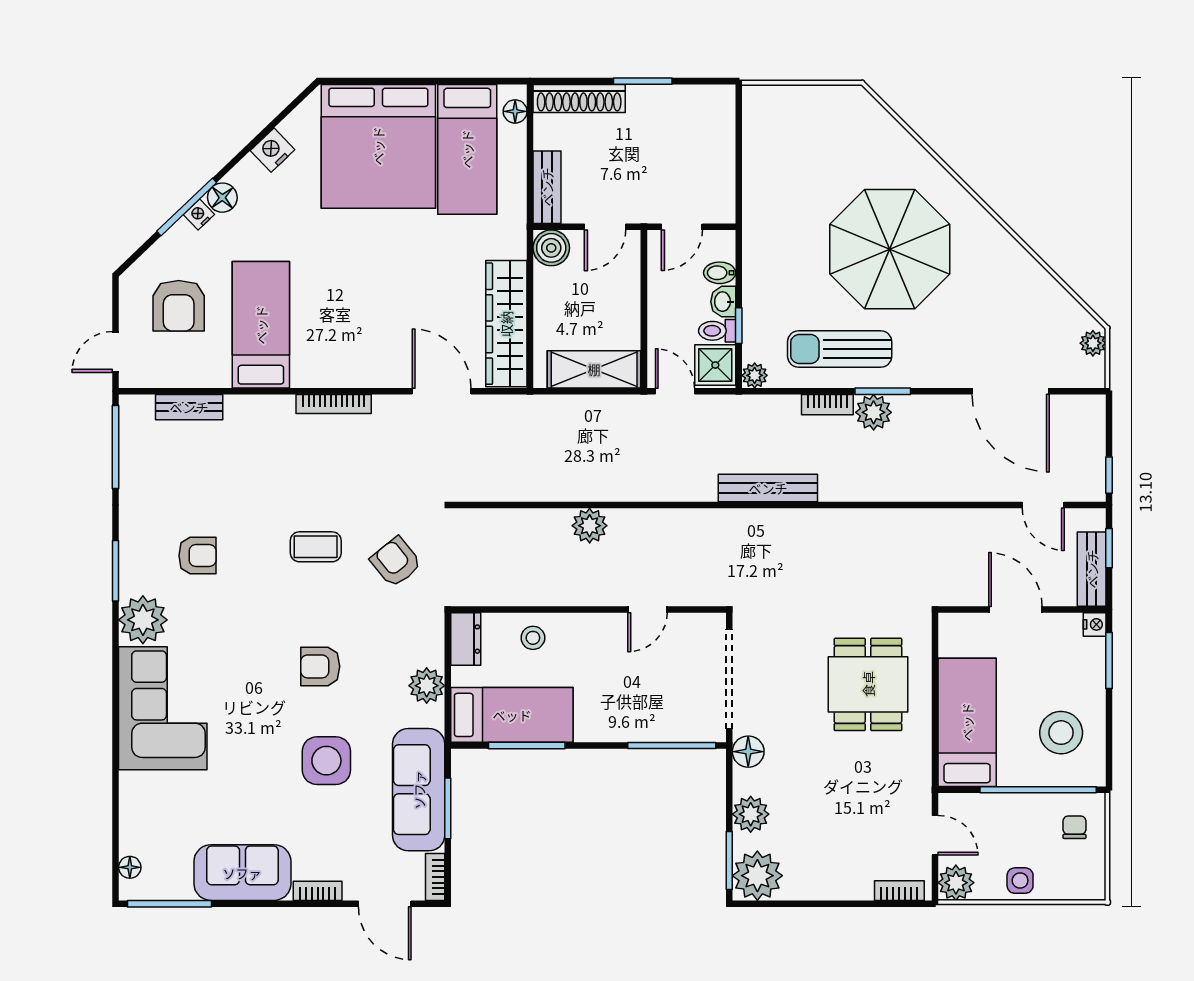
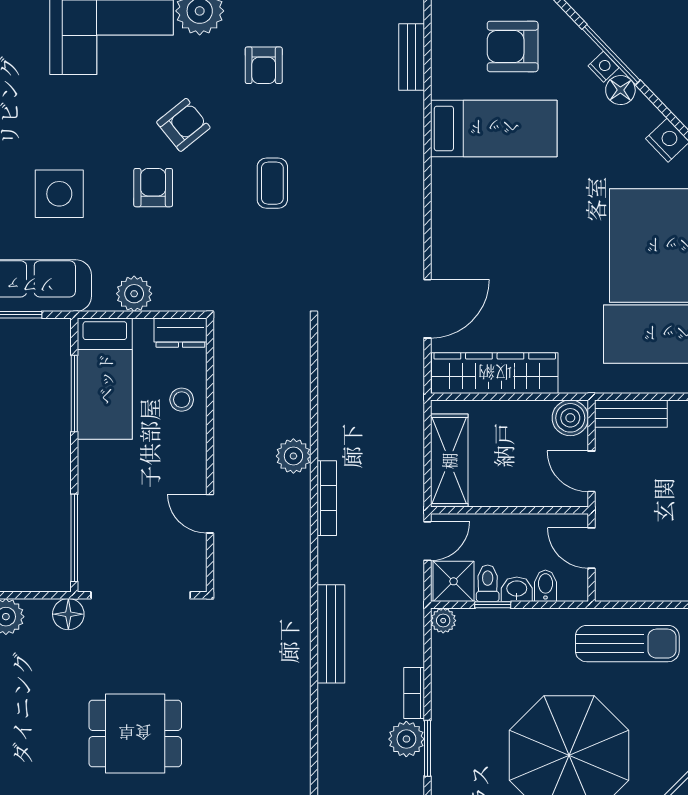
sun lounger: (840, 349) -> (627, 644), moved, turned 90
bookcase: (334, 404) -> (327, 498), moved, turned 180
armchair: (396, 562) -> (183, 125), moved

